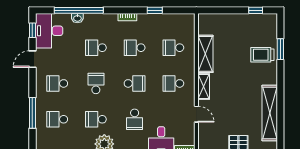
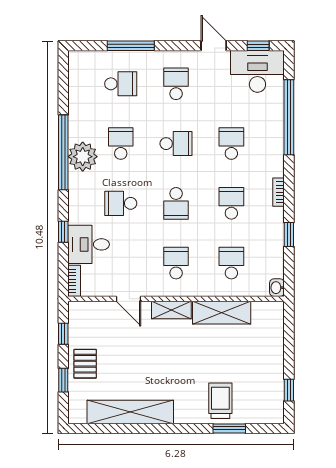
washbasin: (77, 18) -> (277, 288), moved
door: (196, 114) -> (129, 299), hinge flipped
school desk: (57, 119) -> (121, 84), turned 90

